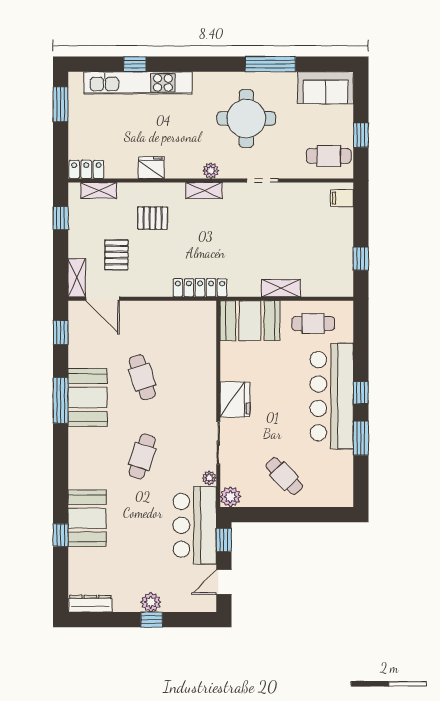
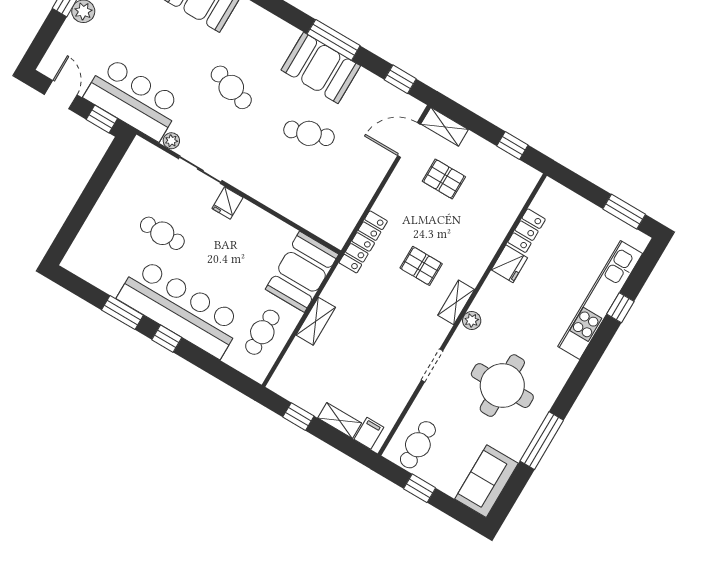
locker: (86, 169) -> (527, 231), moved
shelving: (99, 190) -> (340, 420), moved, turned 90
pallet: (153, 218) -> (421, 266), moved, turned 90
fridge: (235, 399) -> (227, 203), width x0.53, depth x0.75
cafe table: (284, 476) -> (162, 233), moved, turned 44
plant: (230, 497) -> (141, 151), removed

